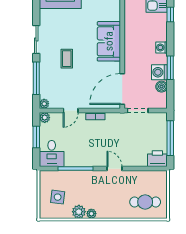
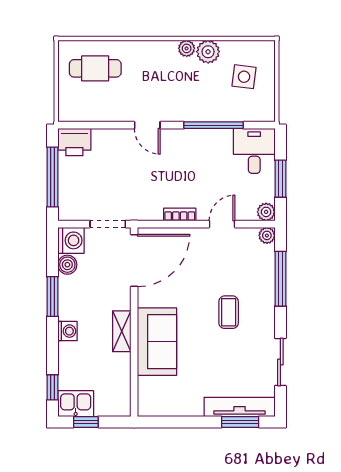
sliding door: (36, 40) -> (280, 362), moved
shelving: (130, 47) -> (122, 331), added
washing machine: (159, 72) -> (71, 240), moved

